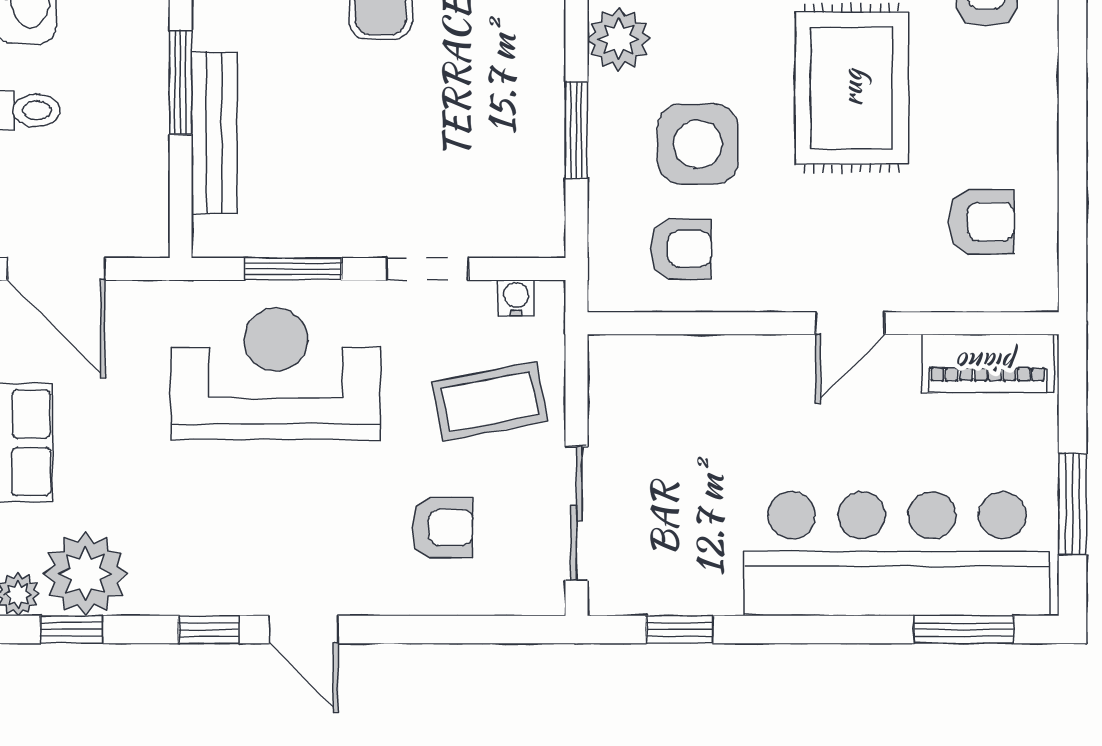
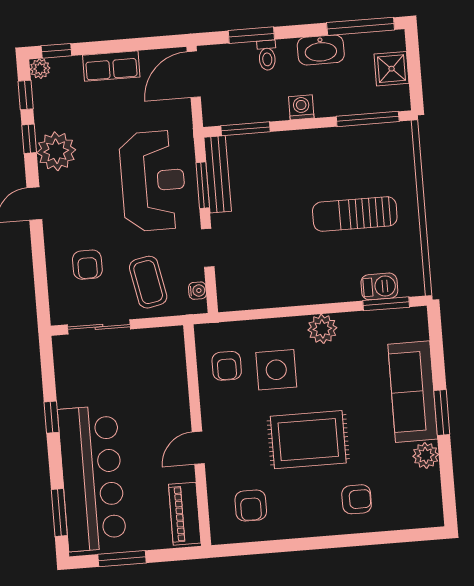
washing machine: (145, 46) -> (301, 107), added
window: (181, 82) -> (245, 129), moved
window: (576, 130) -> (278, 312), removed
bench: (214, 133) -> (218, 174), moved, turned 90
door: (850, 323) -> (198, 448), hinge flipped
plant: (86, 574) -> (56, 151), moved
window: (209, 630) -> (29, 139), moved
window: (680, 630) -> (52, 417), moved

